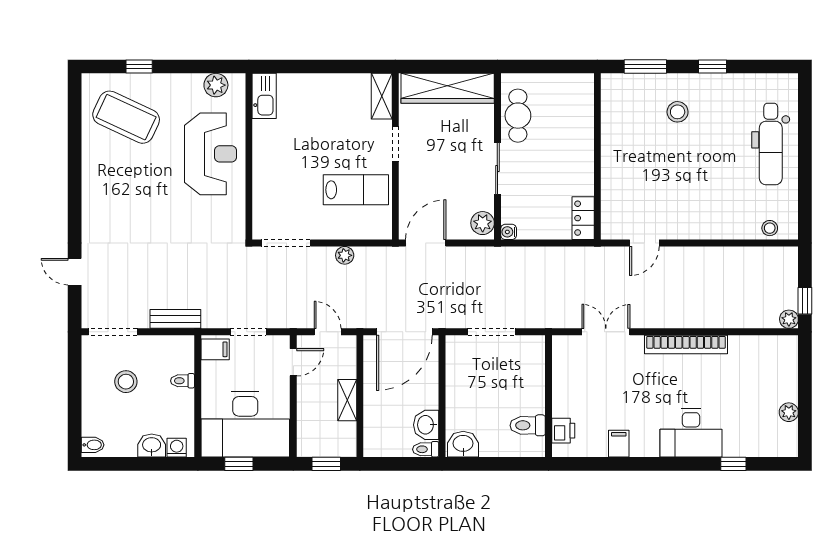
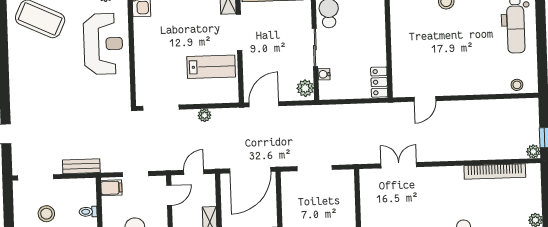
doorway: (395, 144) -> (239, 32), width x1.38
water cooler: (509, 232) -> (324, 74), moved
door: (328, 332) -> (194, 172), hinge flipped
bookcase: (686, 345) -> (495, 171), moved

